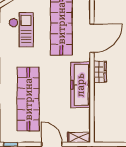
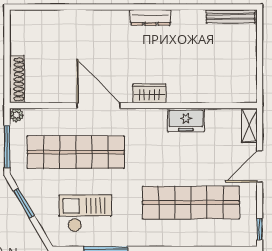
freezer: (80, 85) -> (186, 120), width x0.52, depth x0.79

